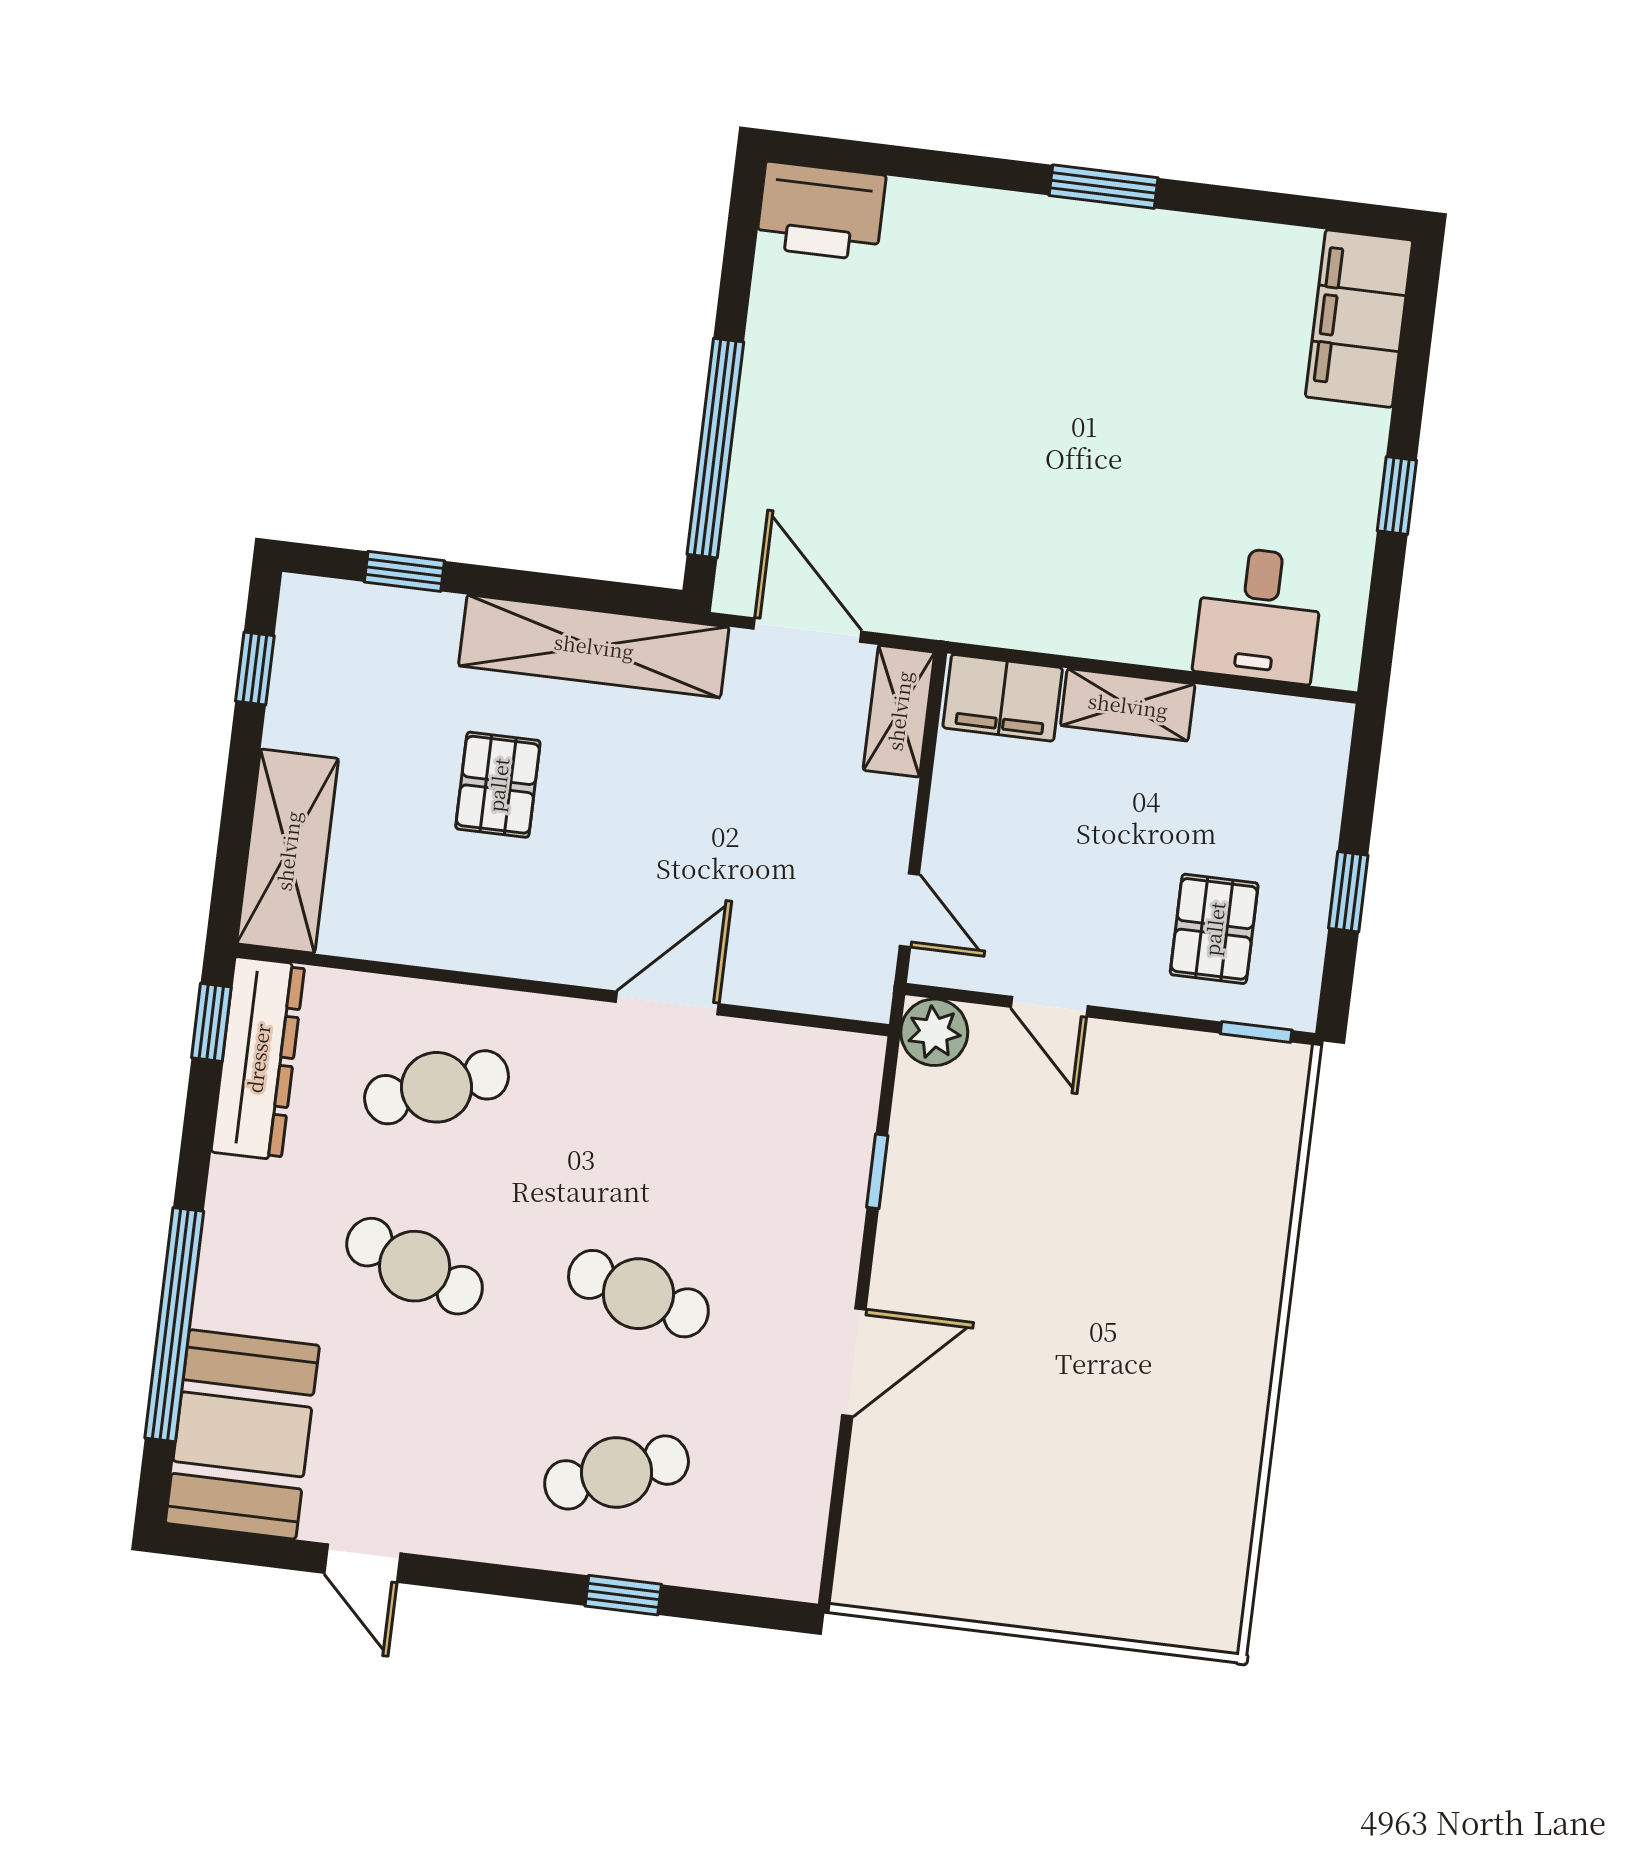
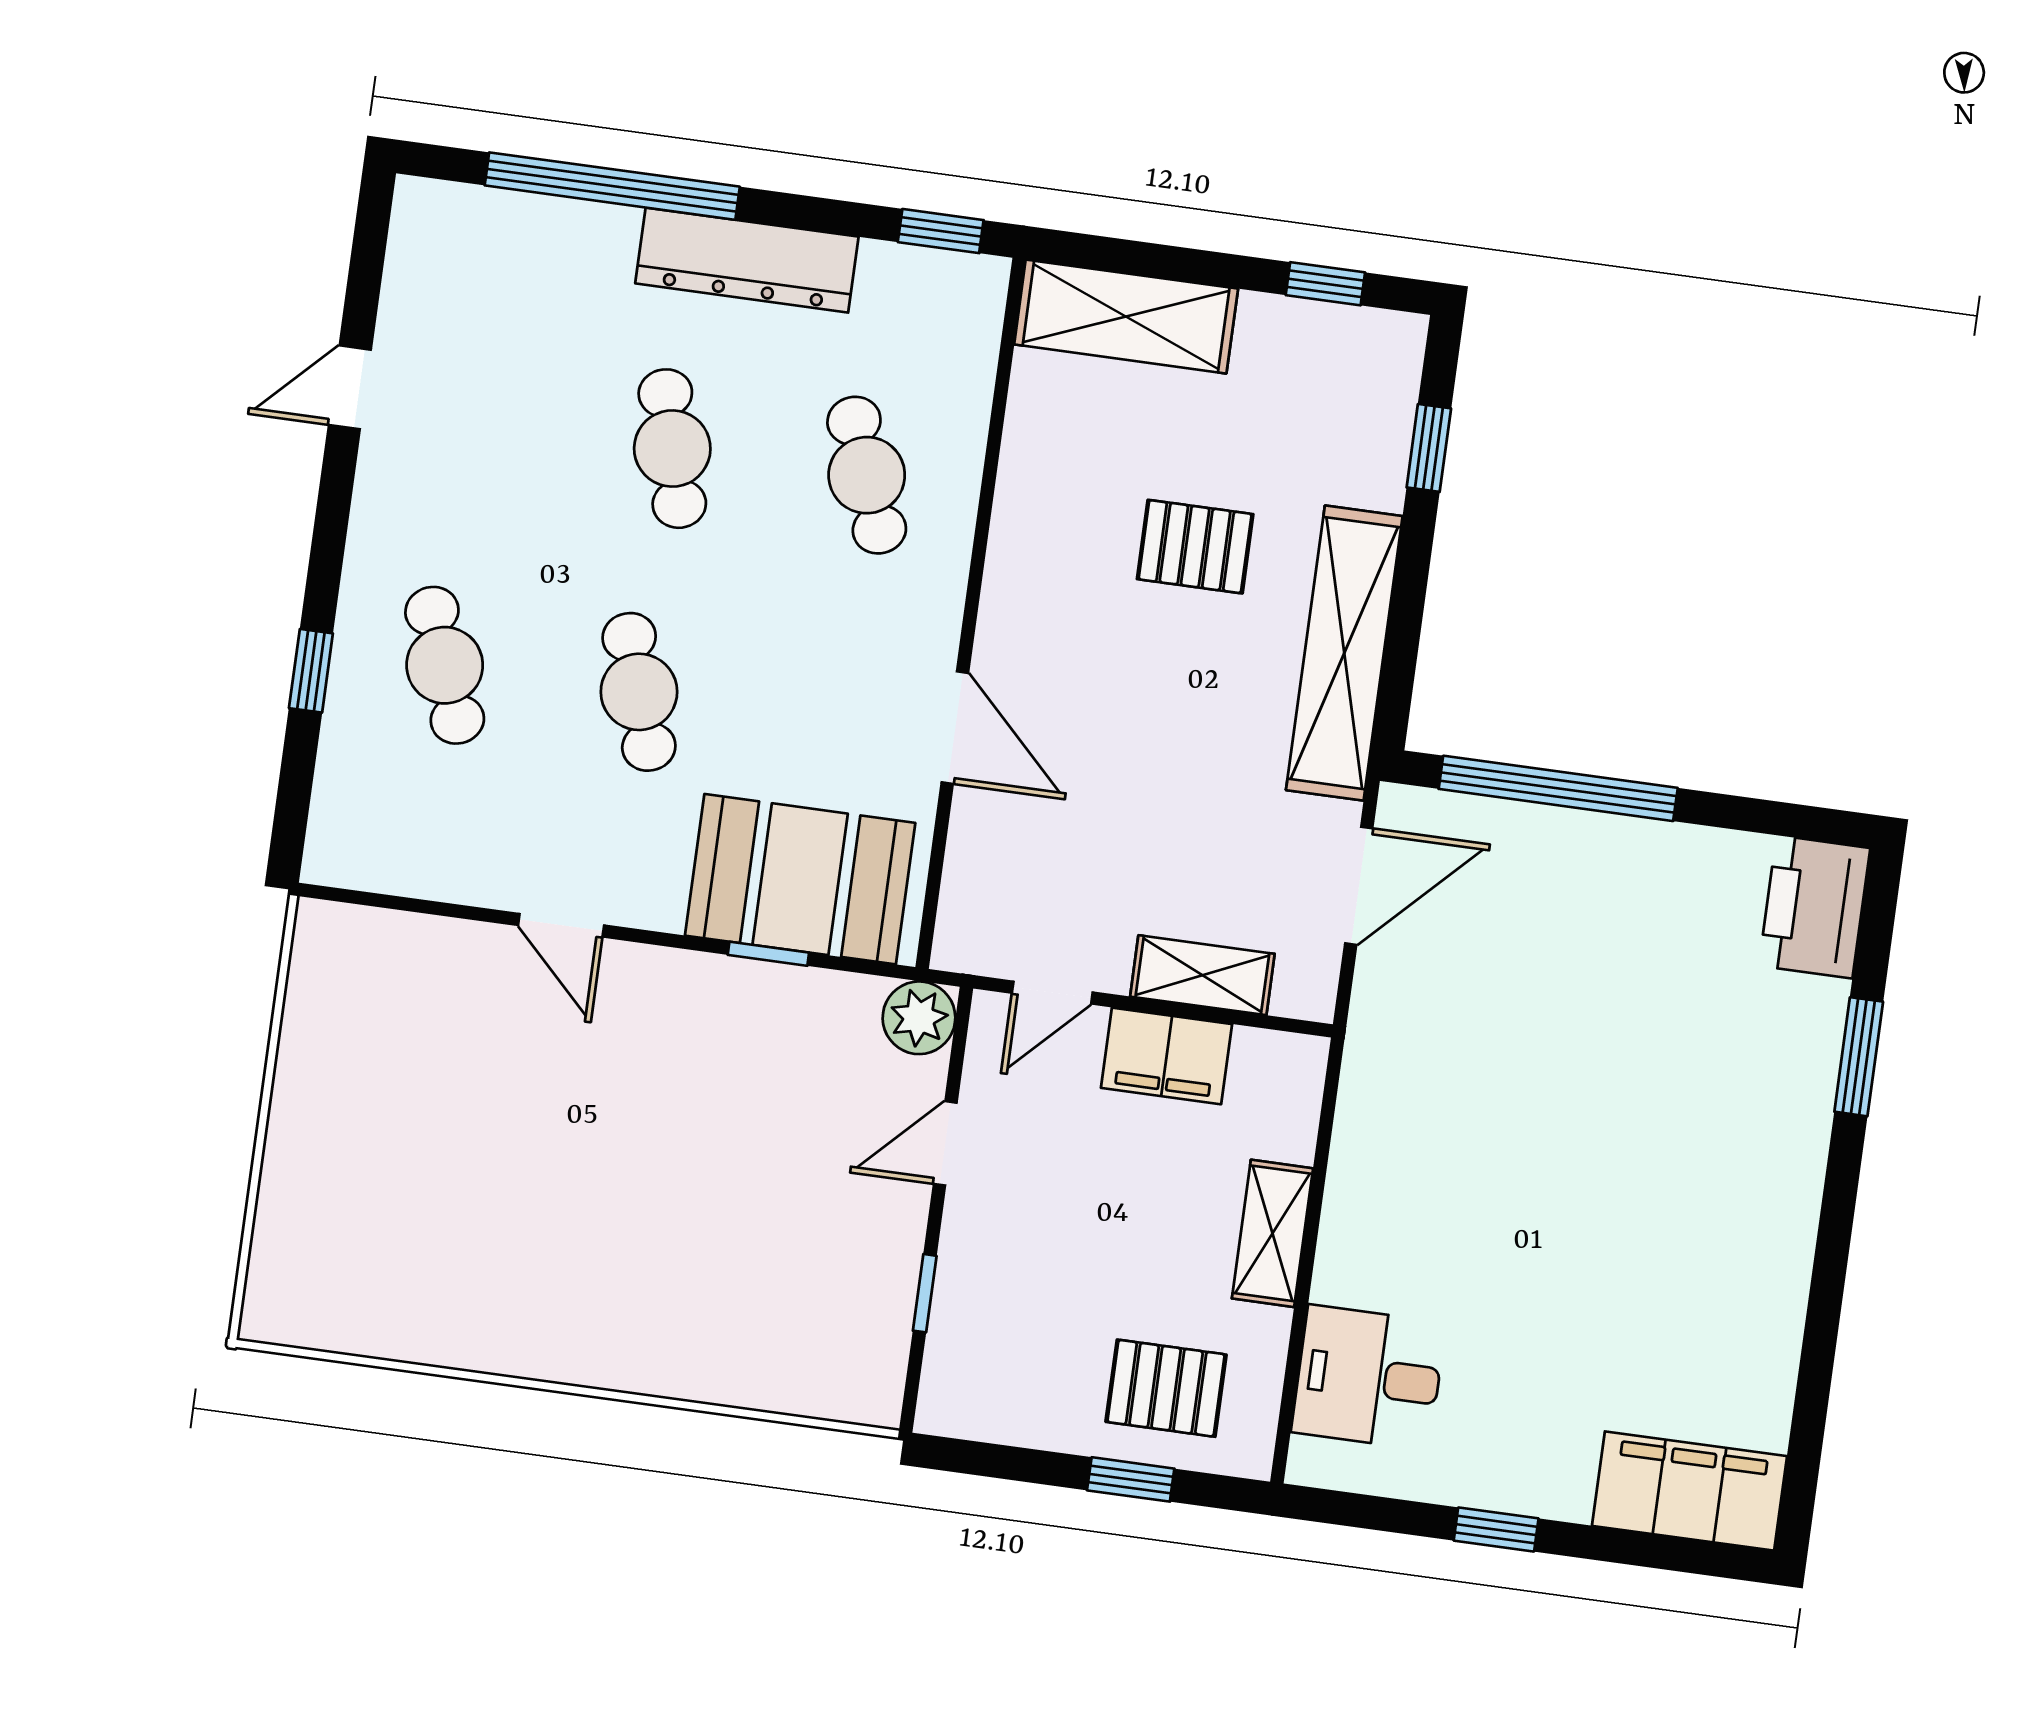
window: (1104, 187) -> (1859, 1057), moved
filing cabinet: (1003, 698) -> (1167, 1056), moved, turned -90
shelving: (899, 711) -> (1202, 975), moved
window: (1348, 892) -> (1131, 1479), moved
pallet: (1214, 929) -> (1166, 1388), moved
window: (1256, 1032) -> (925, 1293), moved
dresser: (258, 1058) -> (747, 260), moved
cafe table: (415, 1266) -> (672, 449), turned -36
cafe table: (638, 1294) -> (639, 692), turned -33
door: (854, 1362) -> (561, 925), width x0.73
booth: (242, 1434) -> (800, 879), moved

